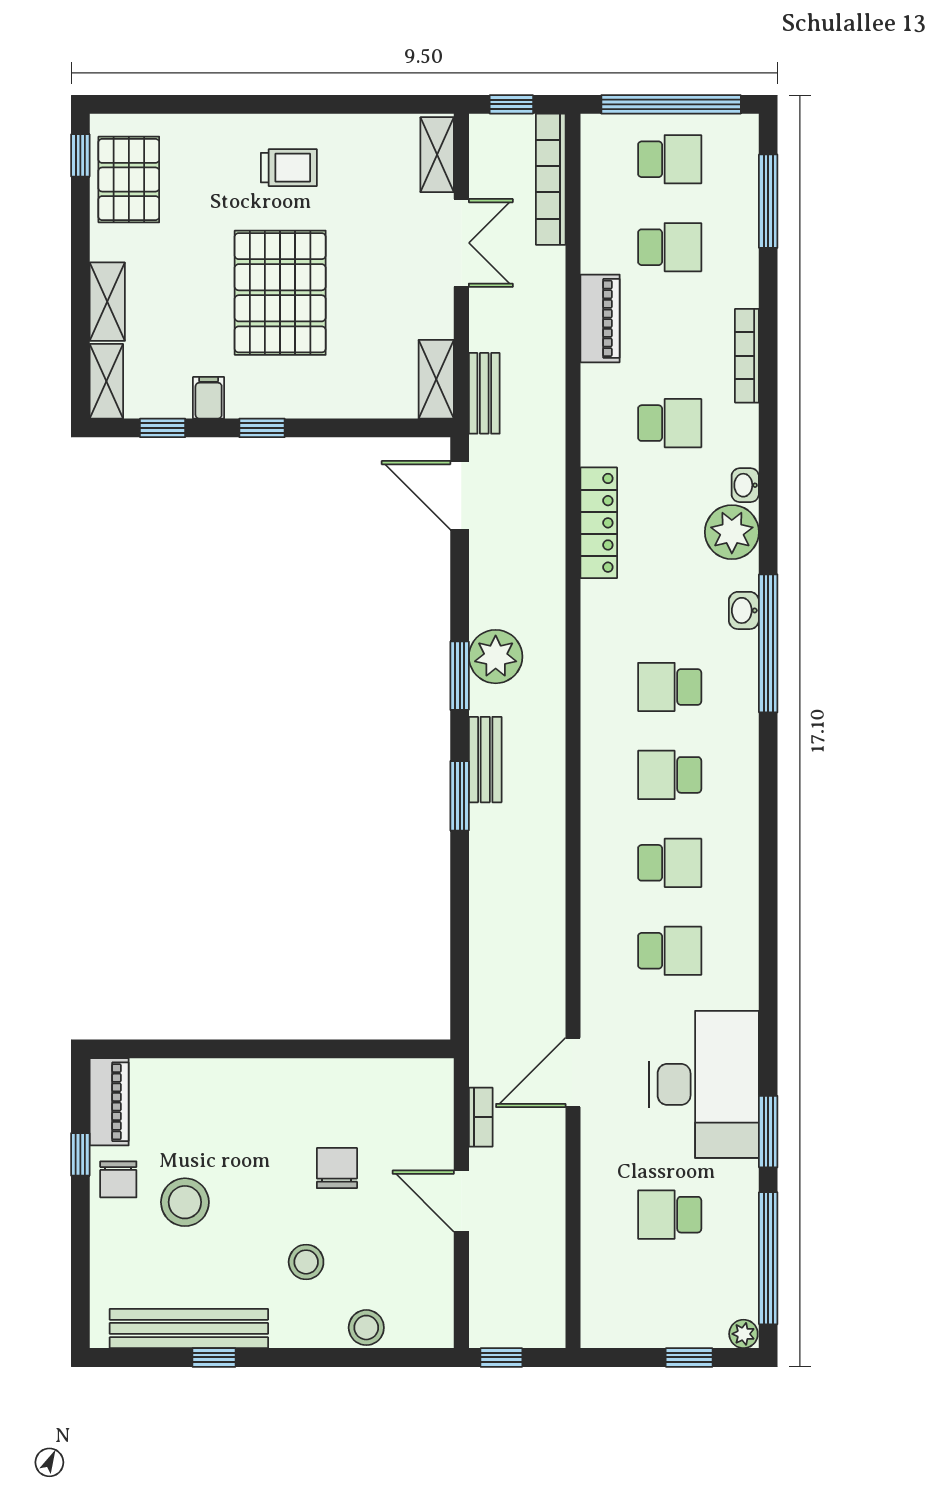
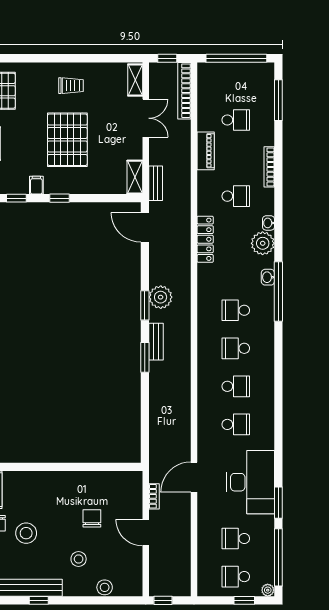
school desk: (670, 159) -> (236, 577), moved, turned 180

